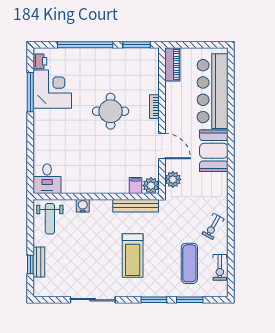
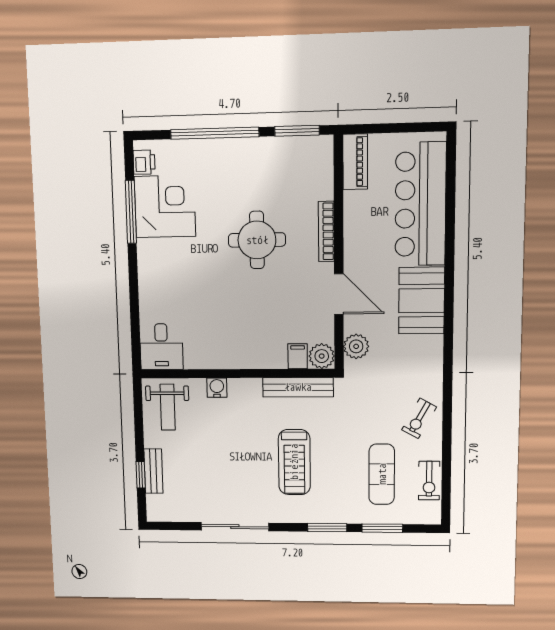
bookcase: (154, 107) -> (326, 231), width x1.56

